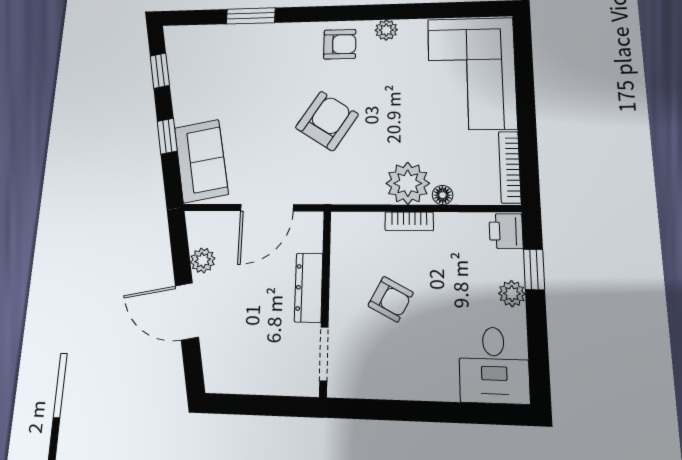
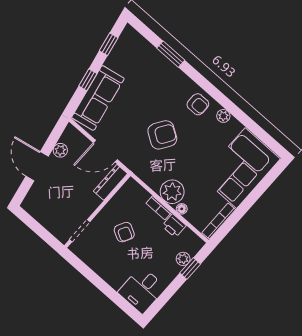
sofa: (201, 161) -> (98, 98), width x1.36
printer: (506, 231) -> (174, 226), moved, turned -90
dresser: (309, 288) -> (110, 182), moved
plant: (512, 294) -> (183, 259), moved

